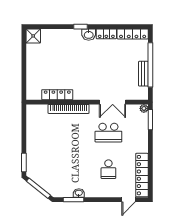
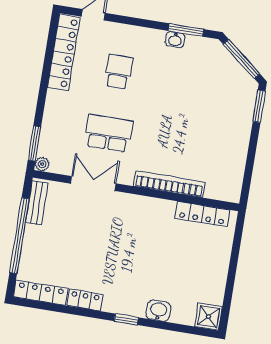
washbasin: (89, 35) -> (158, 311), moved
bench: (143, 74) -> (37, 203), moved
locker: (57, 95) -> (202, 214), moved

